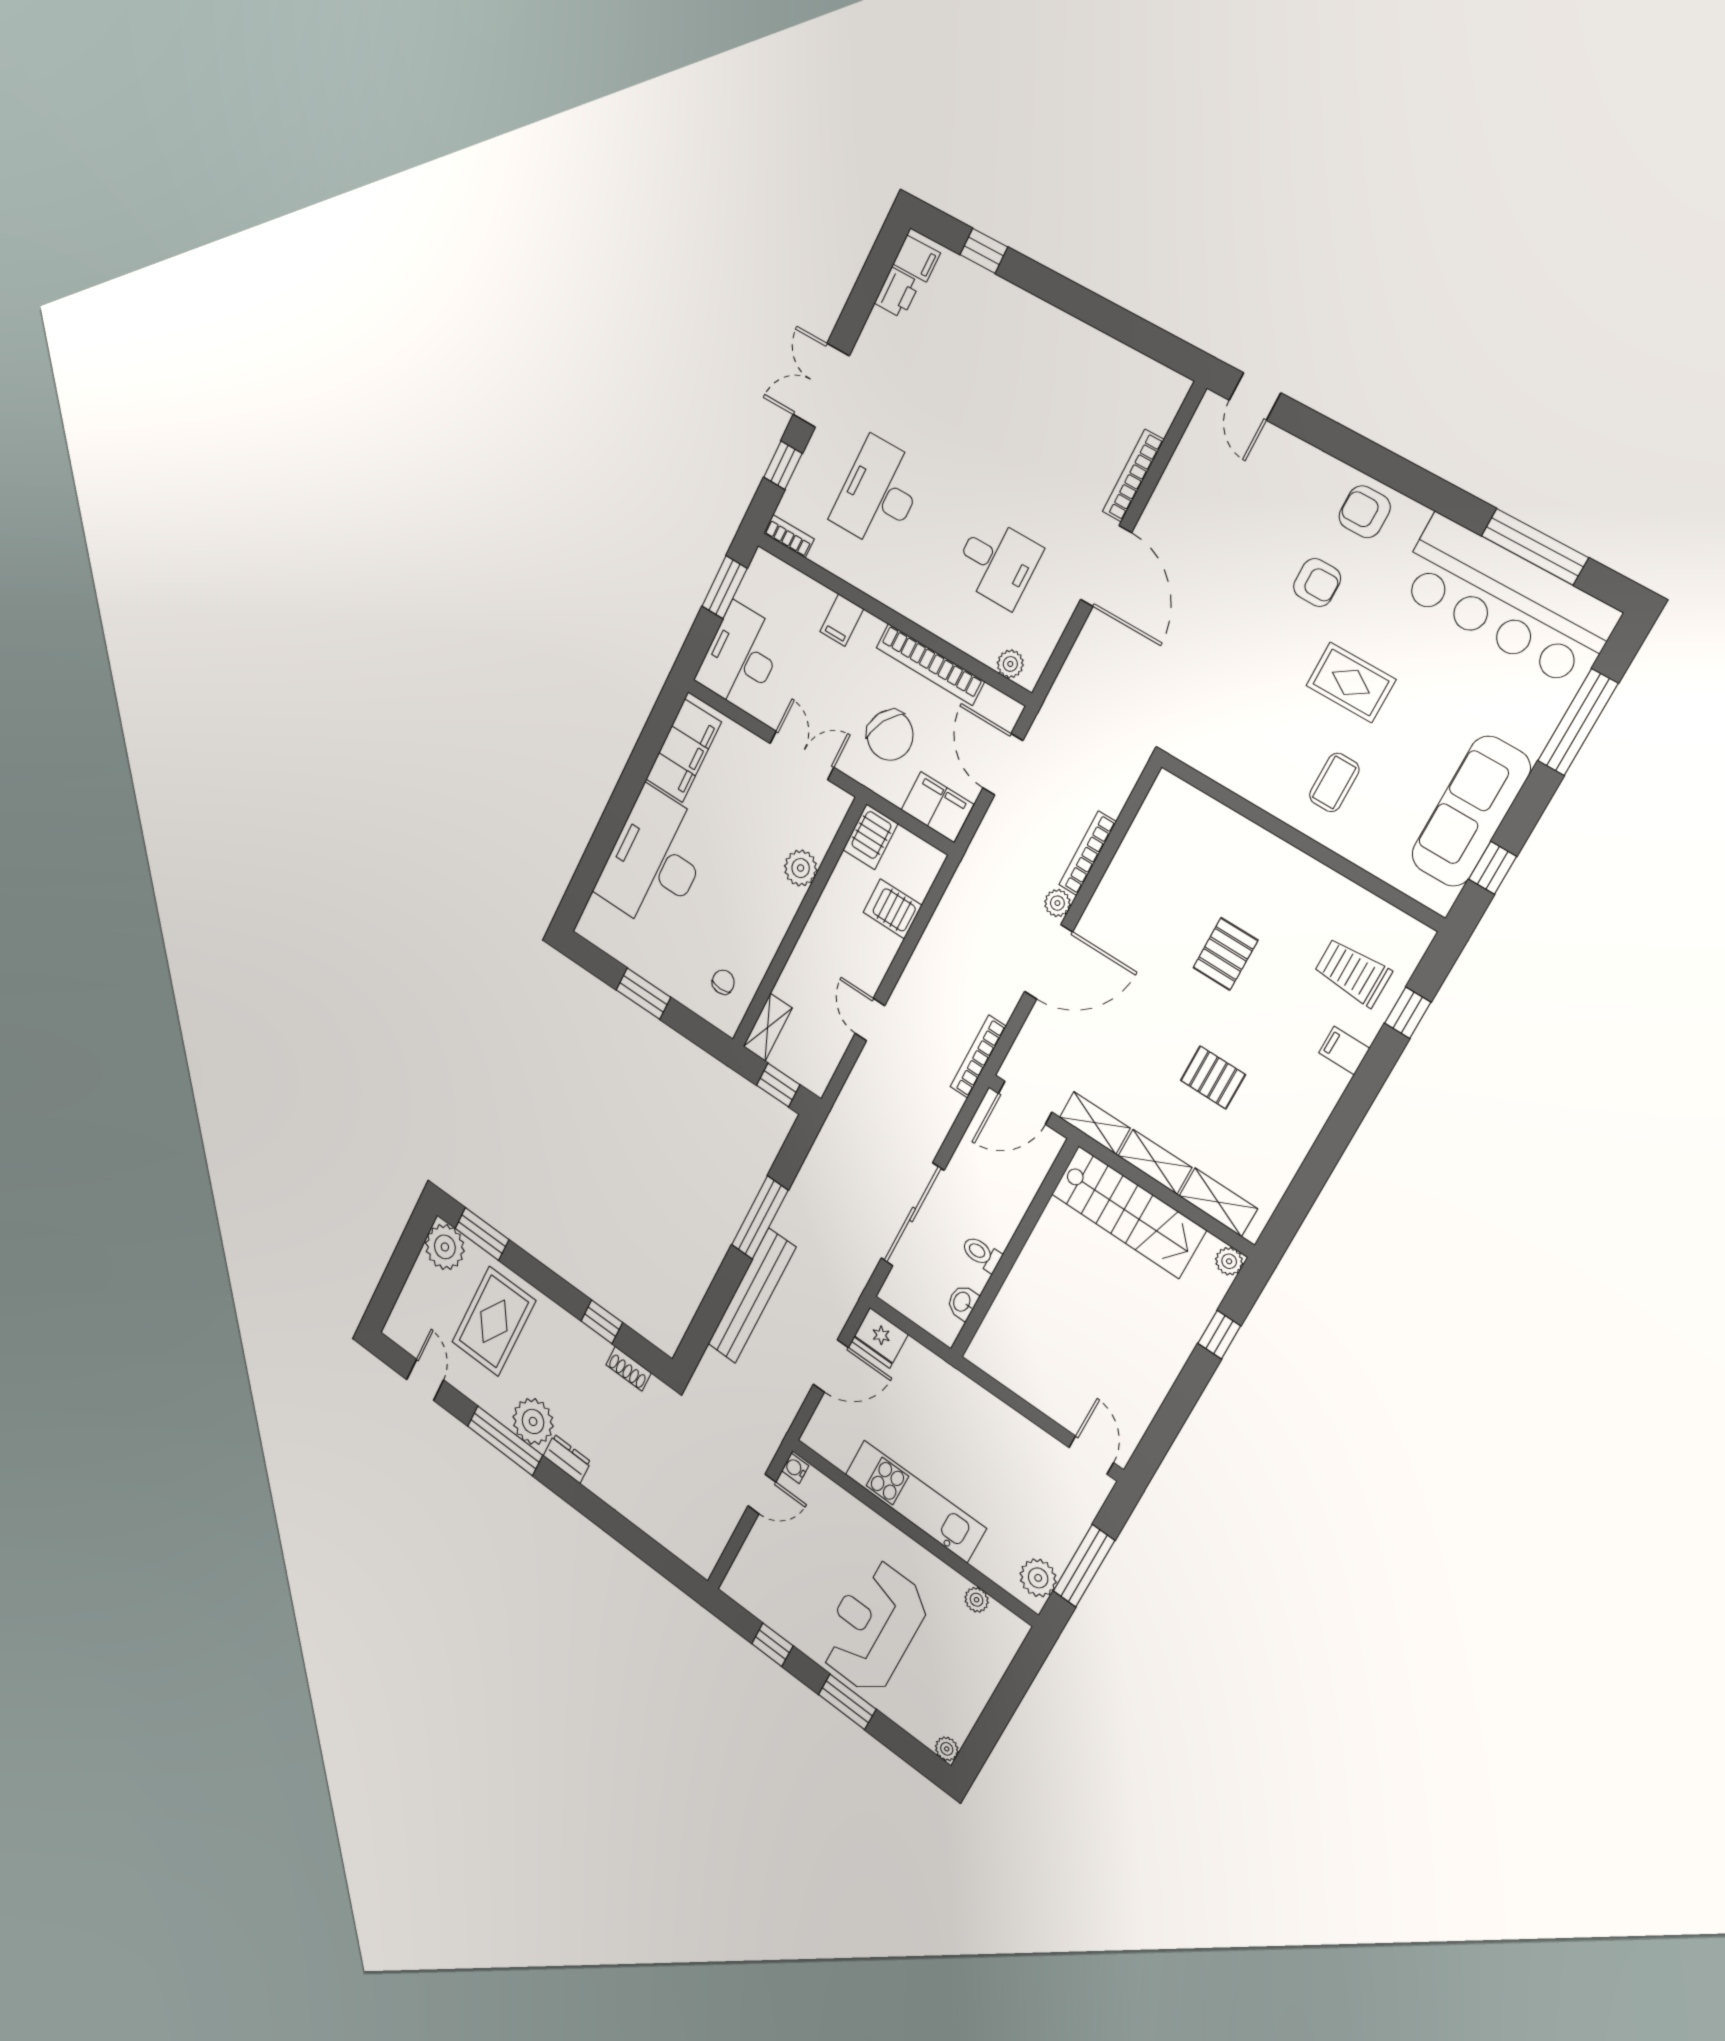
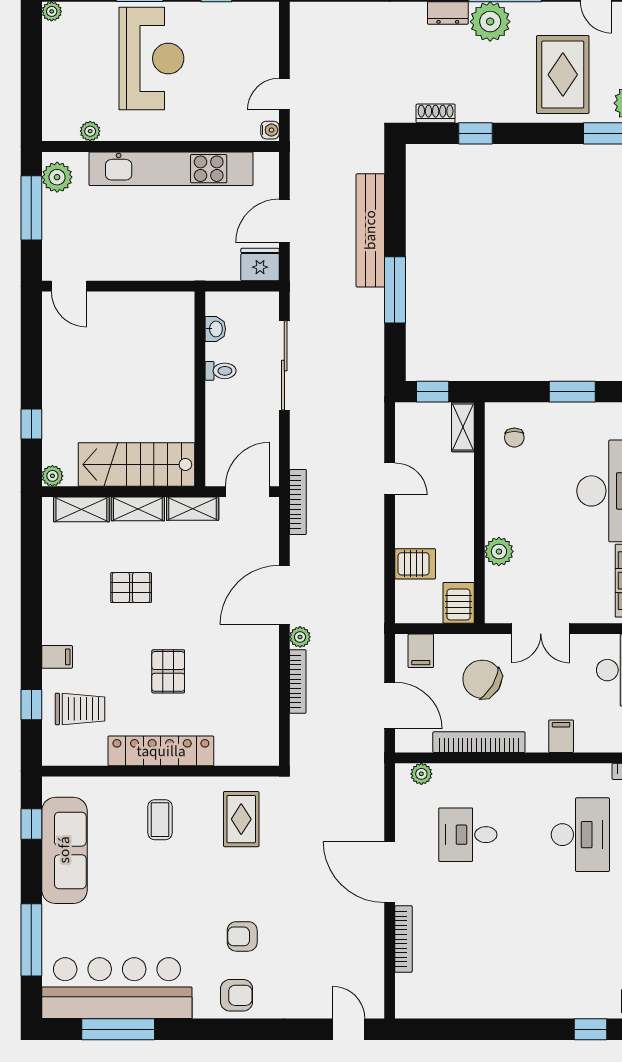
rug: (1351, 682) -> (241, 819), moved, turned 90
filing cabinet: (937, 807) -> (421, 651), width x0.50
locker: (1287, 865) -> (161, 751), added
kitchen unit: (915, 1501) -> (171, 169), width x1.36

